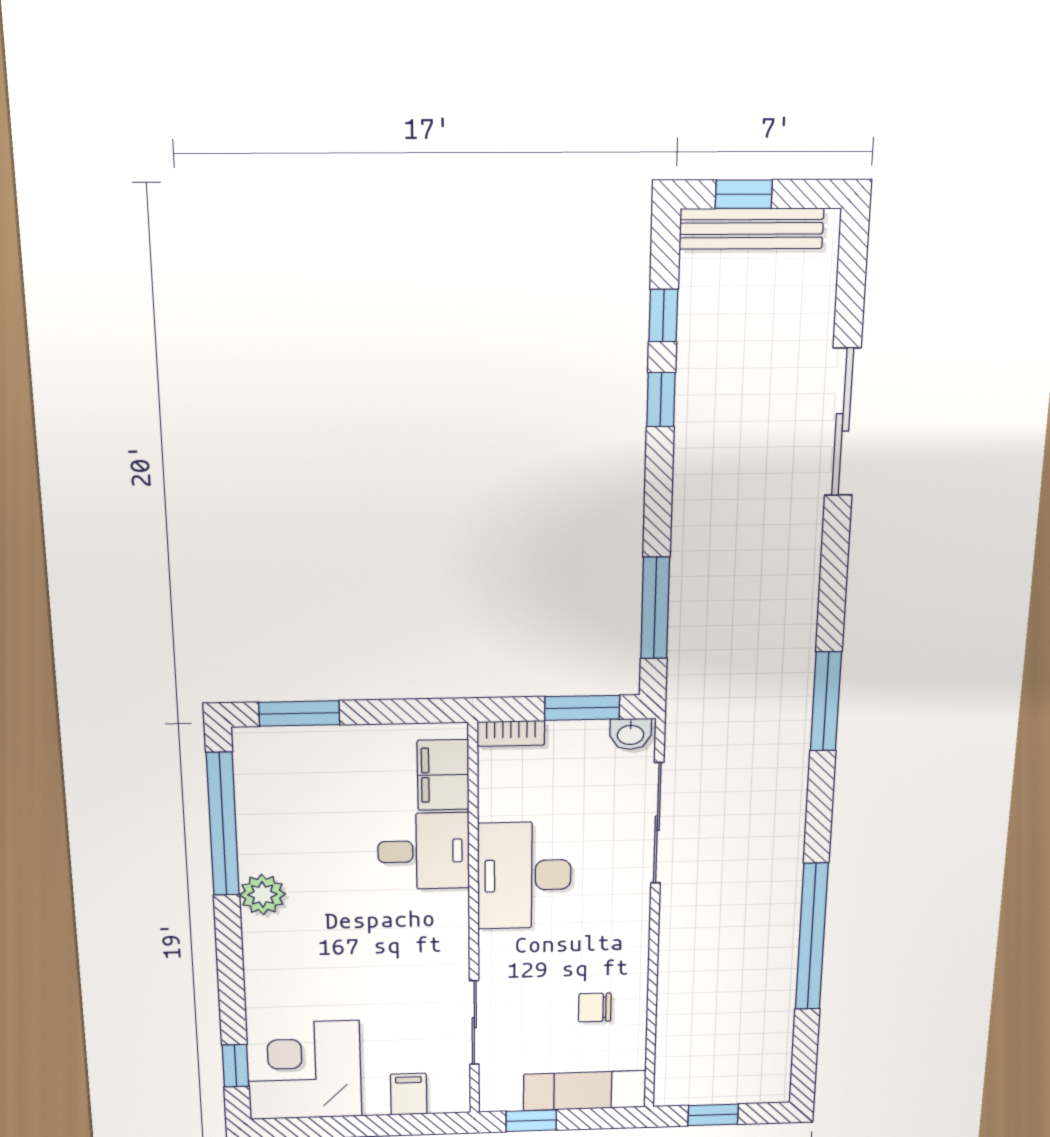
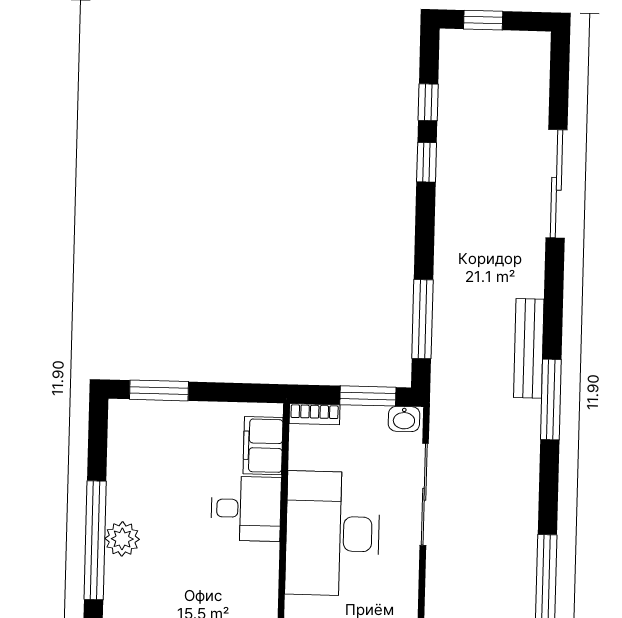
bench: (751, 229) -> (529, 348), moved, turned 90
window: (223, 824) -> (95, 540), moved
desk: (524, 875) -> (333, 534), width x1.36, depth x1.30

